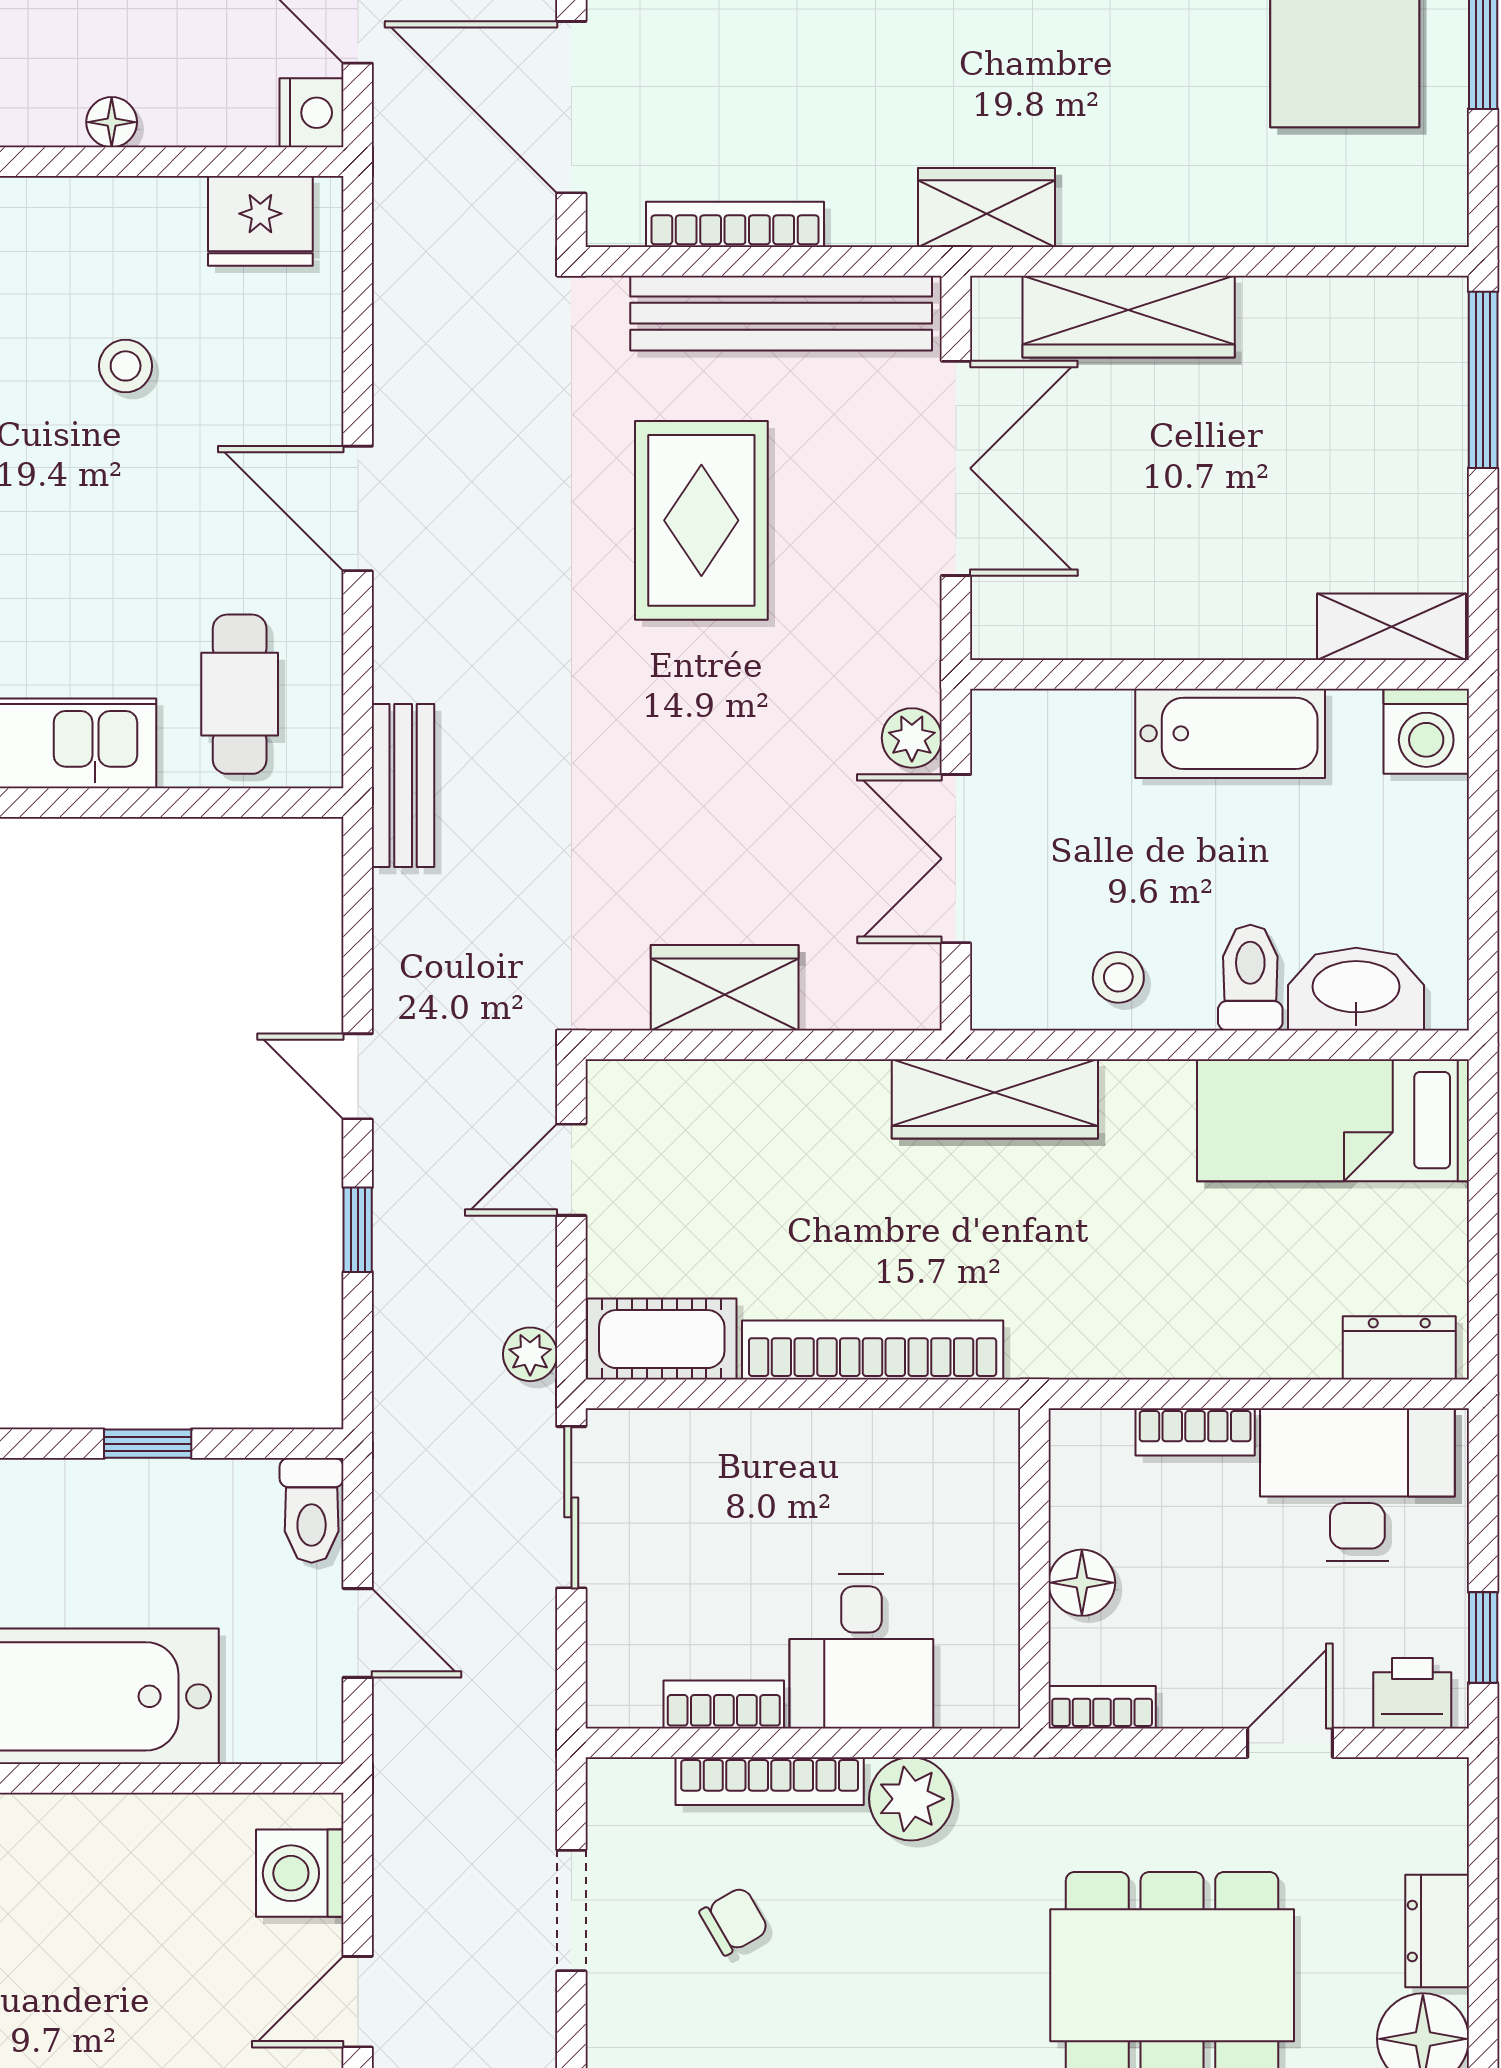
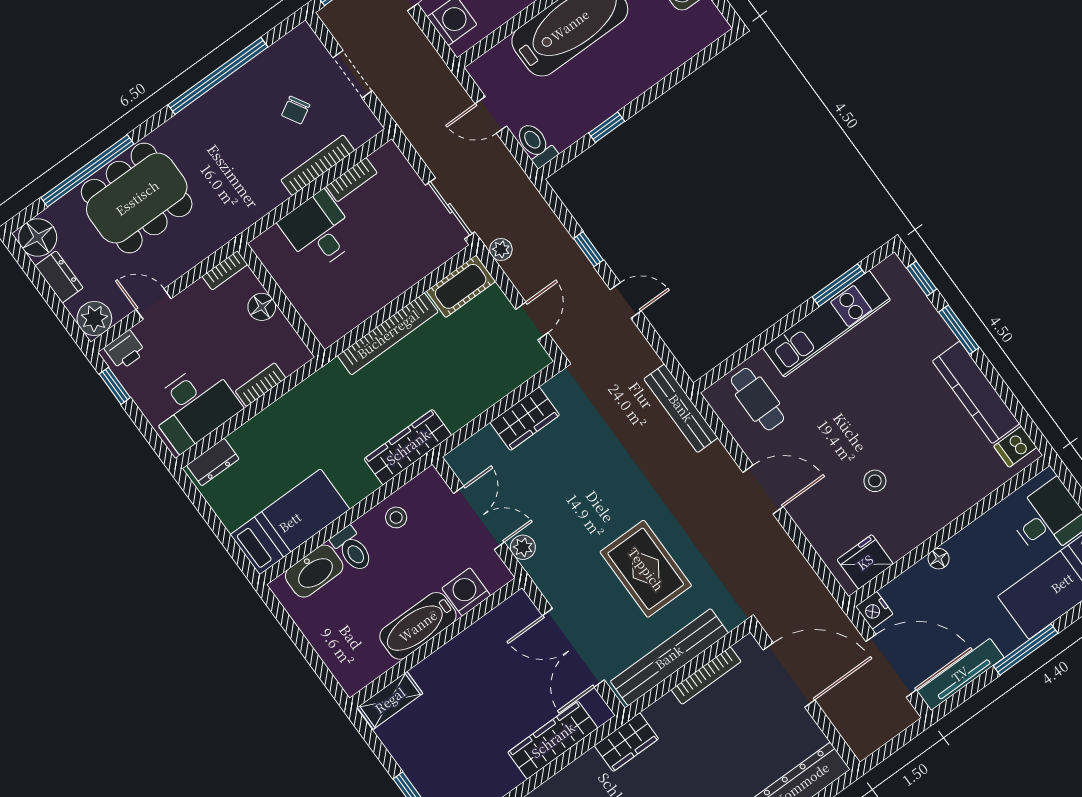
washing machine: (1426, 731) -> (466, 592), moved
bench: (403, 785) -> (681, 408), width x1.36
door: (1290, 1743) -> (154, 304), swing flipped
plant: (911, 1799) -> (94, 319), moved

